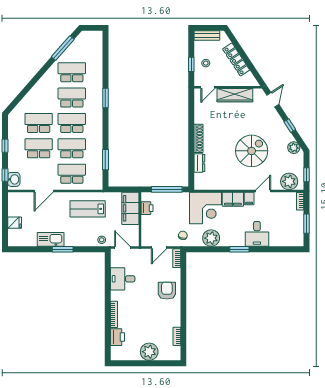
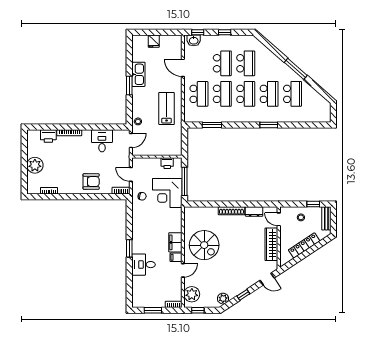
window: (63, 48) -> (296, 69), moved
window: (191, 64) -> (313, 204), moved
spiral stairs: (252, 151) -> (204, 245), moved
dresser: (199, 163) -> (254, 211), moved
door: (263, 191) -> (183, 270), hinge flipped
filing cabinet: (130, 208) -> (167, 148), removed
corner desk: (206, 208) -> (167, 193), moved
plant: (211, 238) -> (140, 222), removed

